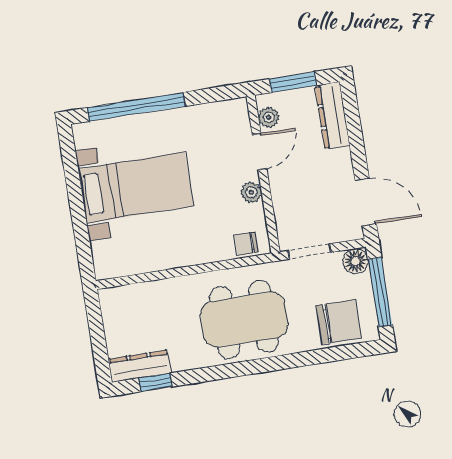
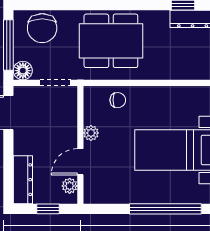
window: (293, 82) -> (48, 209), width x0.67
chair: (246, 244) -> (118, 100), moved
chair: (339, 322) -> (42, 28), turned -90

